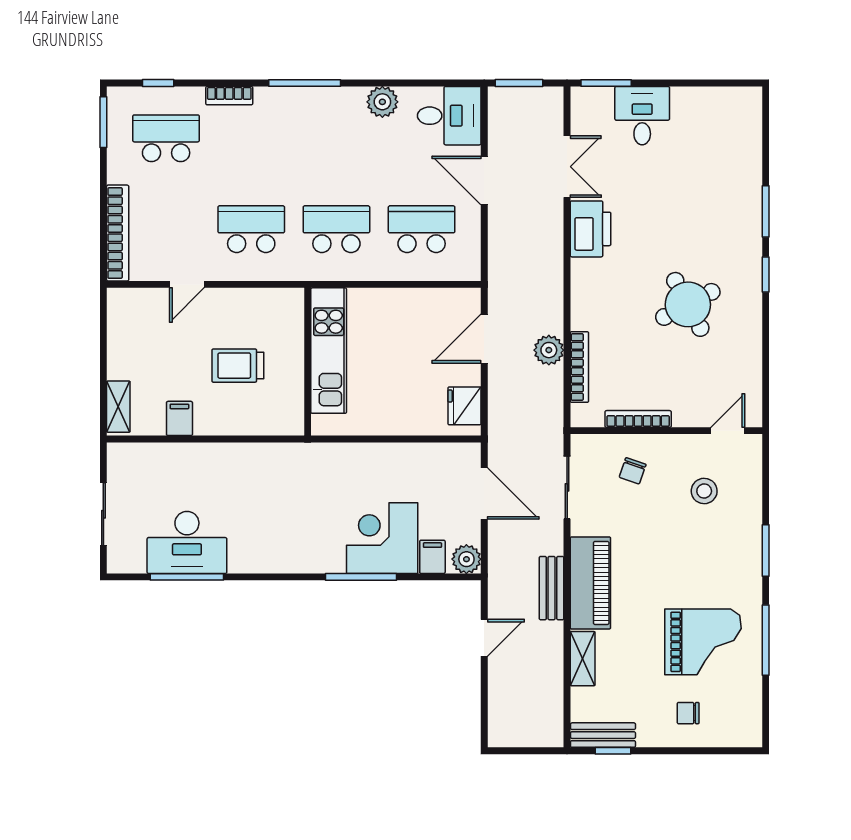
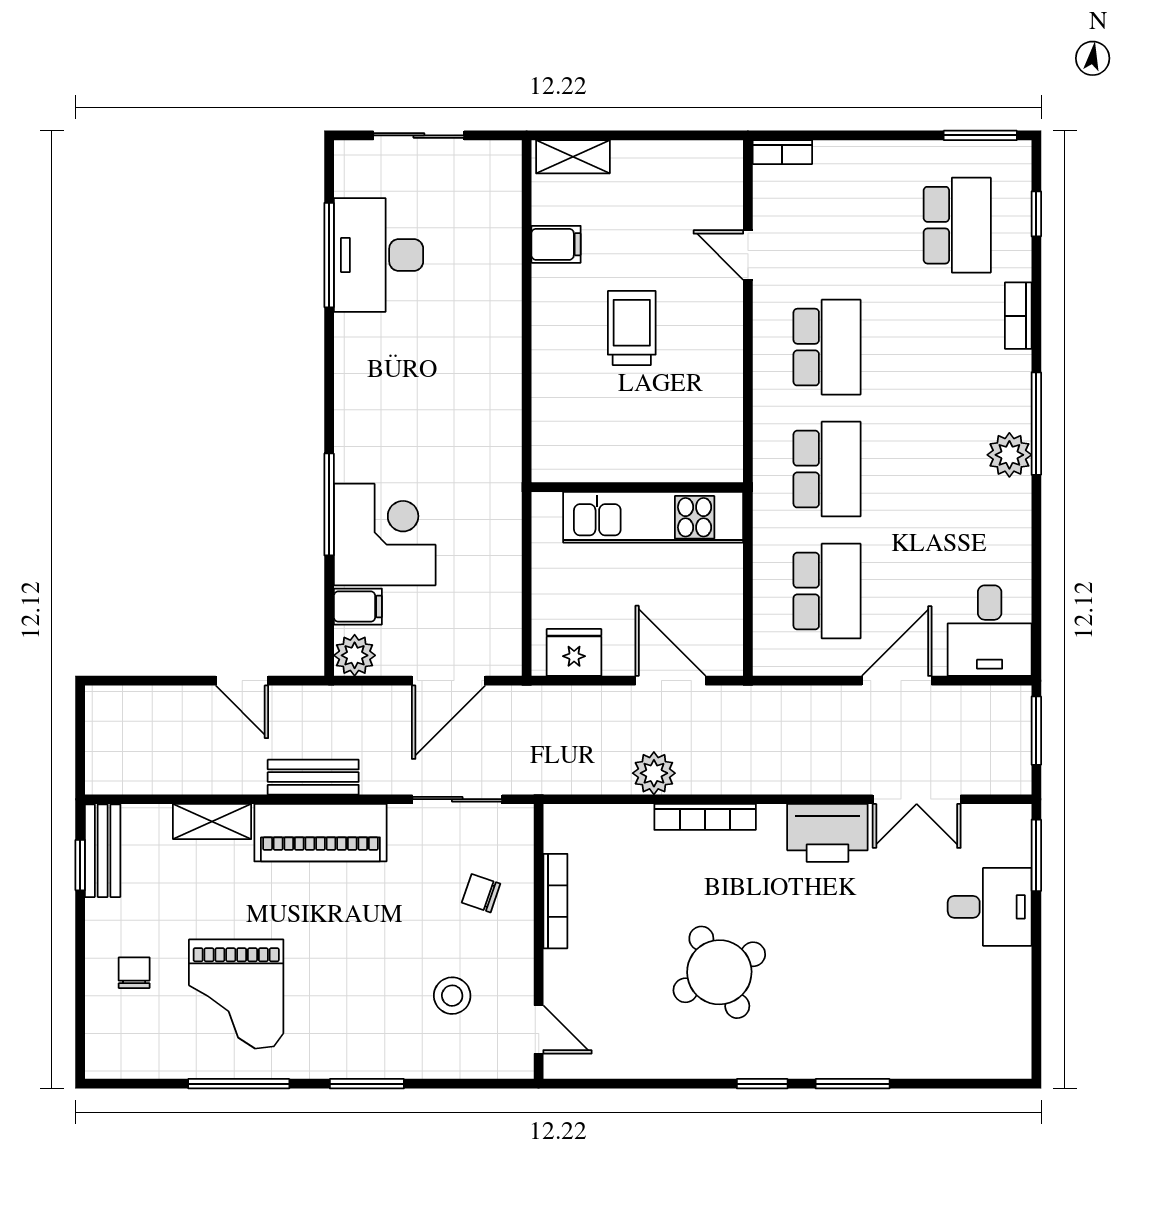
plant: (382, 102) -> (1009, 455), moved
bookcase: (118, 233) -> (782, 152), width x0.43, depth x0.76
kitchen unit: (329, 351) -> (653, 517), moved
wall: (308, 362) -> (637, 487), moved
bookcase: (579, 367) -> (705, 817), moved

